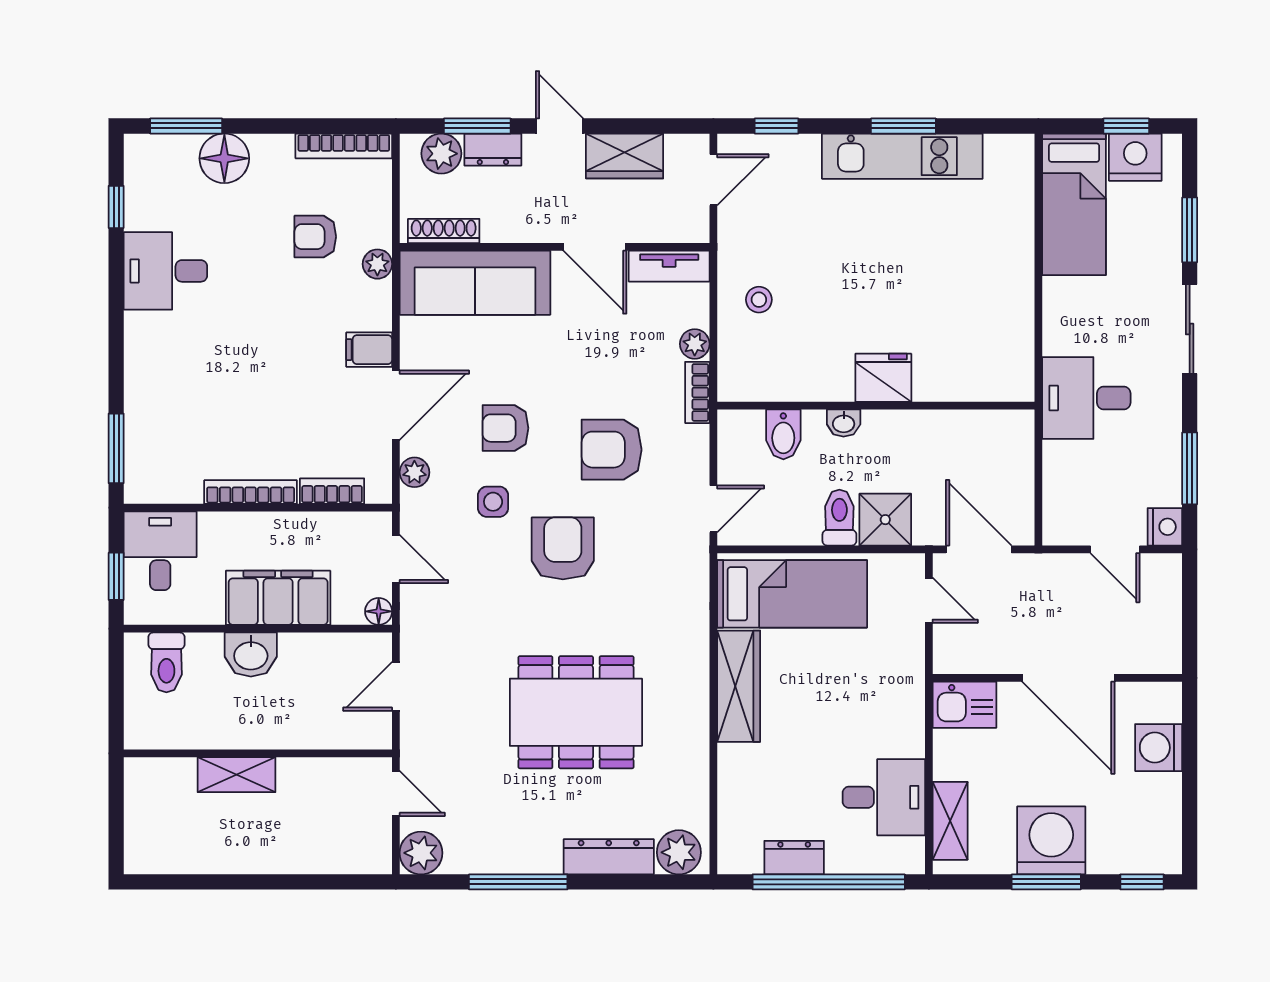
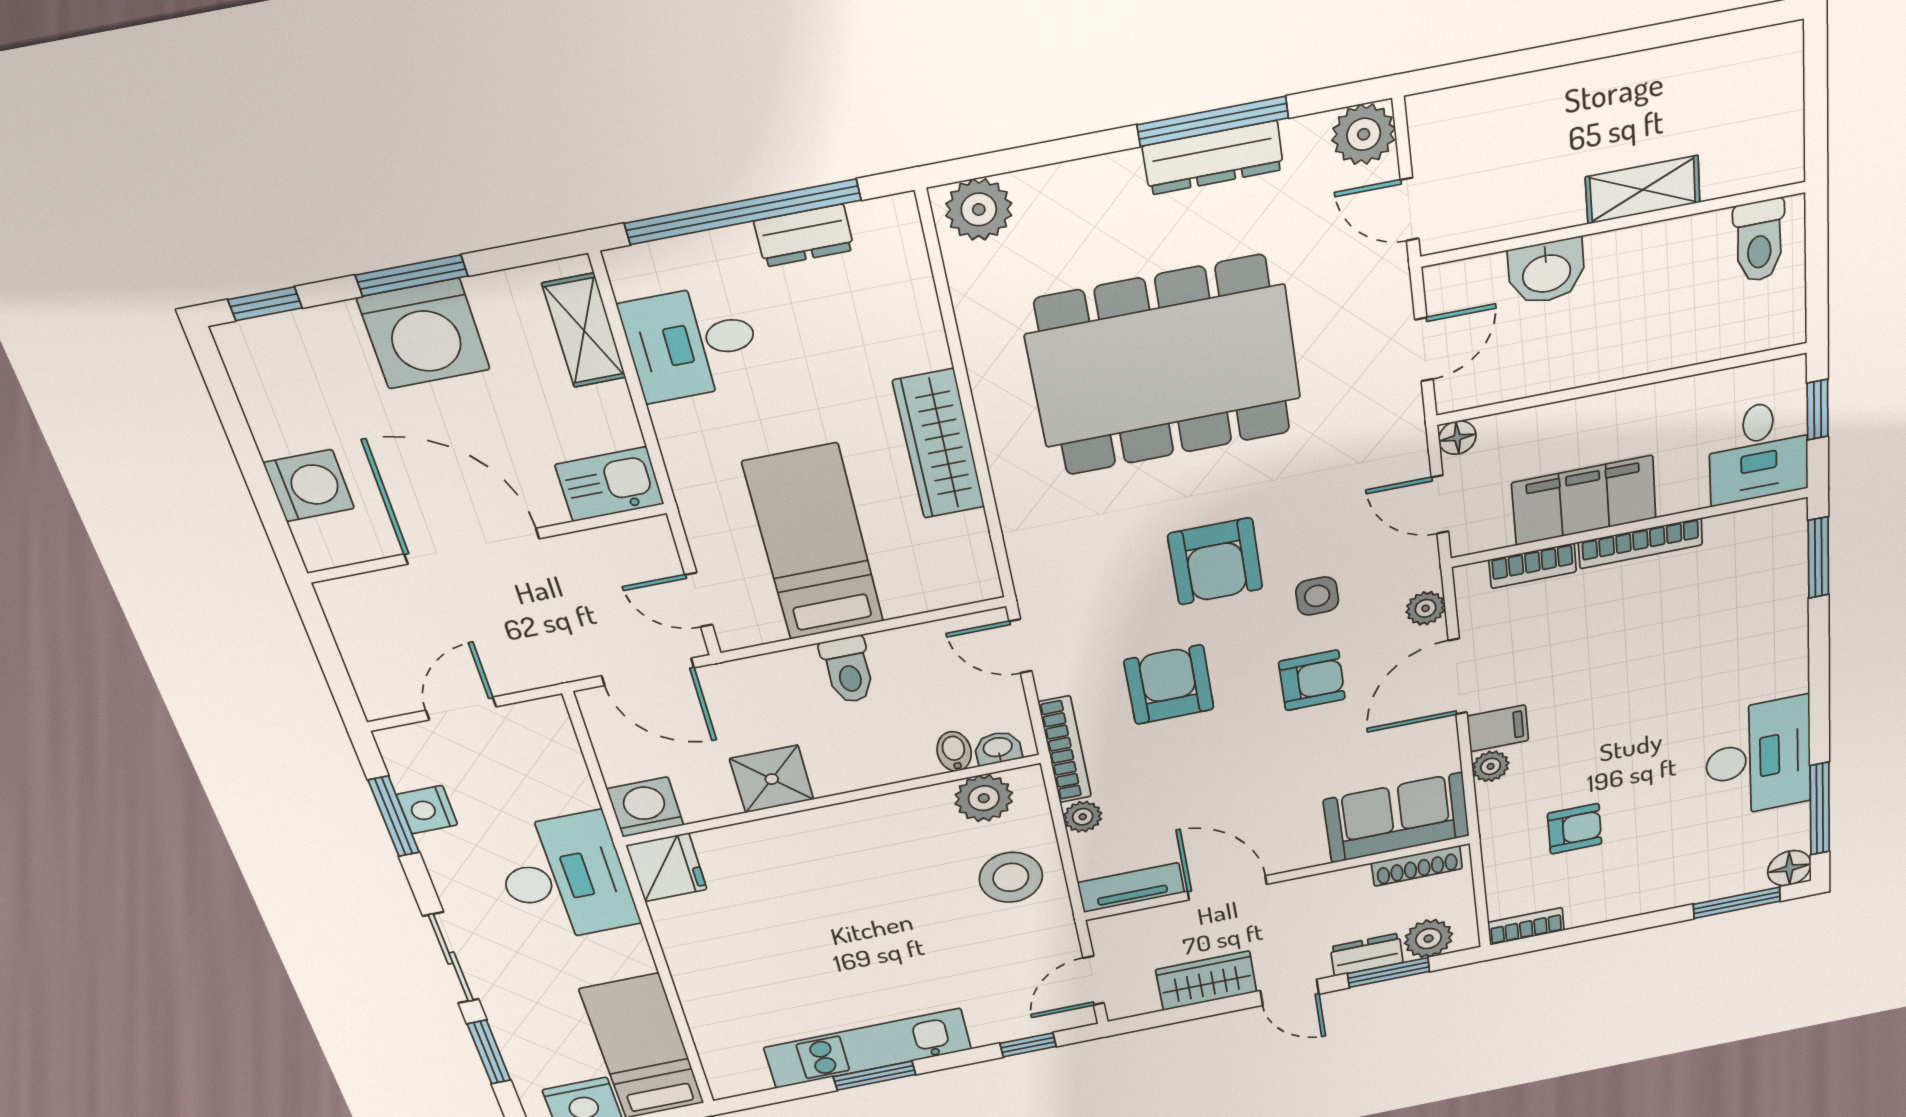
bookcase: (344, 146) -> (1526, 926), width x0.64
floor lamp: (224, 158) -> (1789, 868), moved, width x0.73, depth x0.73
window: (116, 207) -> (1820, 809), width x2.17
plant: (377, 264) -> (1491, 766), moved
desk: (165, 271) -> (1758, 758), width x1.37
sofa: (475, 283) -> (1397, 818), width x0.73
stool: (759, 300) -> (1011, 877), width x1.89, depth x1.89
fridge: (883, 378) -> (667, 867), moved, turned -90
plant: (765, 380) -> (984, 798), added
bookcase: (697, 392) -> (1065, 749), width x1.56
desk: (1086, 398) -> (565, 878), width x1.37
washbasin: (844, 423) -> (998, 748), moved
washing machine: (1011, 433) -> (645, 807), added
bidet: (783, 434) -> (954, 751), width x0.72, depth x0.74
armchair: (612, 450) -> (1169, 685), turned -90
door: (713, 509) -> (1020, 646), hinge flipped
shower: (885, 520) -> (772, 779), moved
nightstand: (1165, 527) -> (427, 810), moved
door: (1115, 549) -> (461, 709), hinge flipped
bed: (792, 594) -> (814, 543), moved, turned 90
filing cabinet: (278, 598) -> (1584, 500), moved, turned 180
washbasin: (251, 655) -> (1546, 272), moved, turned 180
toilet: (166, 662) -> (1759, 241), moved, turned 180
dining table: (576, 712) -> (1164, 366), width x1.36, depth x1.24
dresser: (609, 857) -> (1213, 158), moved

